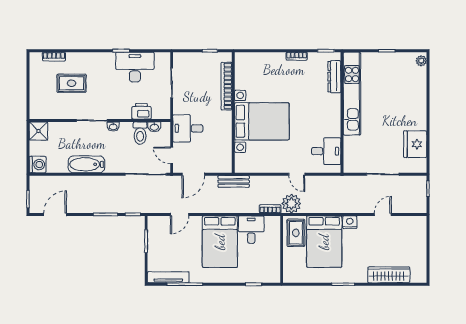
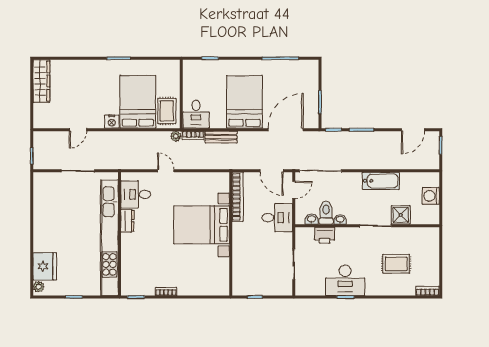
bookcase: (54, 57) -> (428, 291), moved
desk: (135, 67) -> (345, 280), moved
dresser: (334, 77) -> (127, 221), moved, width x0.70
bookcase: (227, 86) -> (238, 197), moved
kitchen unit: (352, 94) -> (109, 238), width x1.36
washbasin: (113, 127) -> (340, 219), moved
shower: (38, 131) -> (401, 215), moved
fridge: (415, 144) -> (45, 266), moved
door: (172, 155) -> (294, 190), hinge flipped
washing machine: (38, 165) -> (431, 196), moved
door: (193, 174) -> (272, 171), swing flipped
bench: (234, 181) -> (221, 137), moved
plant: (291, 204) -> (176, 136), width x0.53, depth x0.53
door: (180, 214) -> (286, 130), width x1.88
desk: (251, 230) -> (196, 114), moved
wardrobe: (389, 275) -> (41, 81), moved, turned -90
tv unit: (168, 277) -> (297, 65), removed

